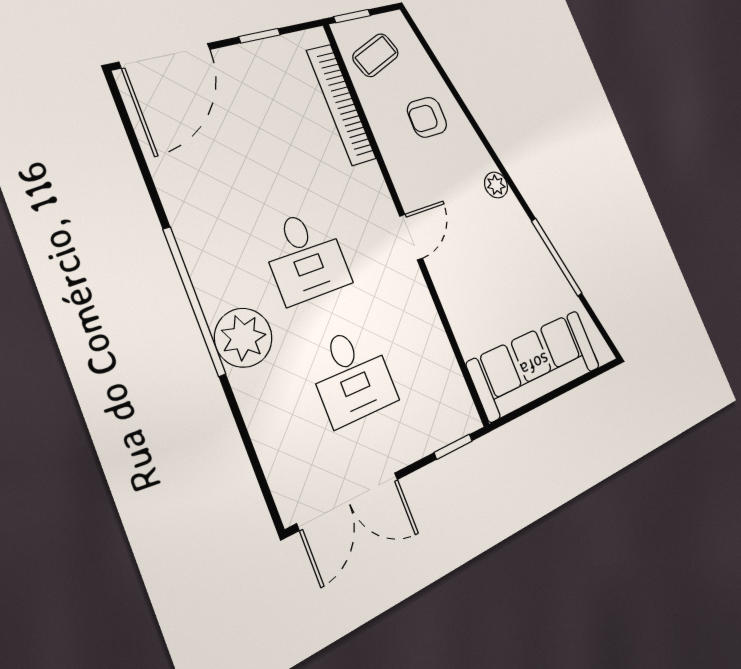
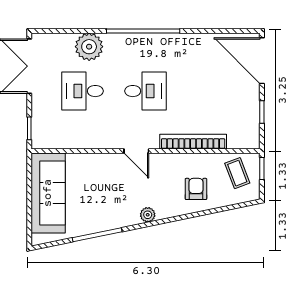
bookcase: (341, 104) -> (193, 142), moved
desk: (305, 256) -> (146, 91), turned 180
plant: (243, 338) -> (89, 47), moved

